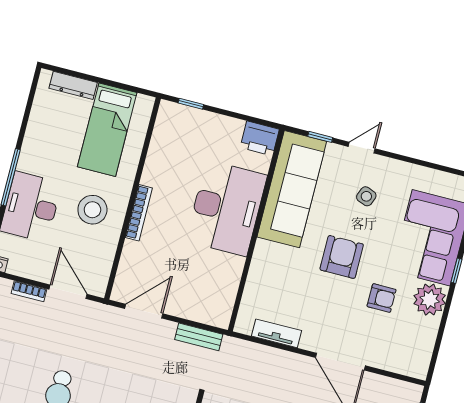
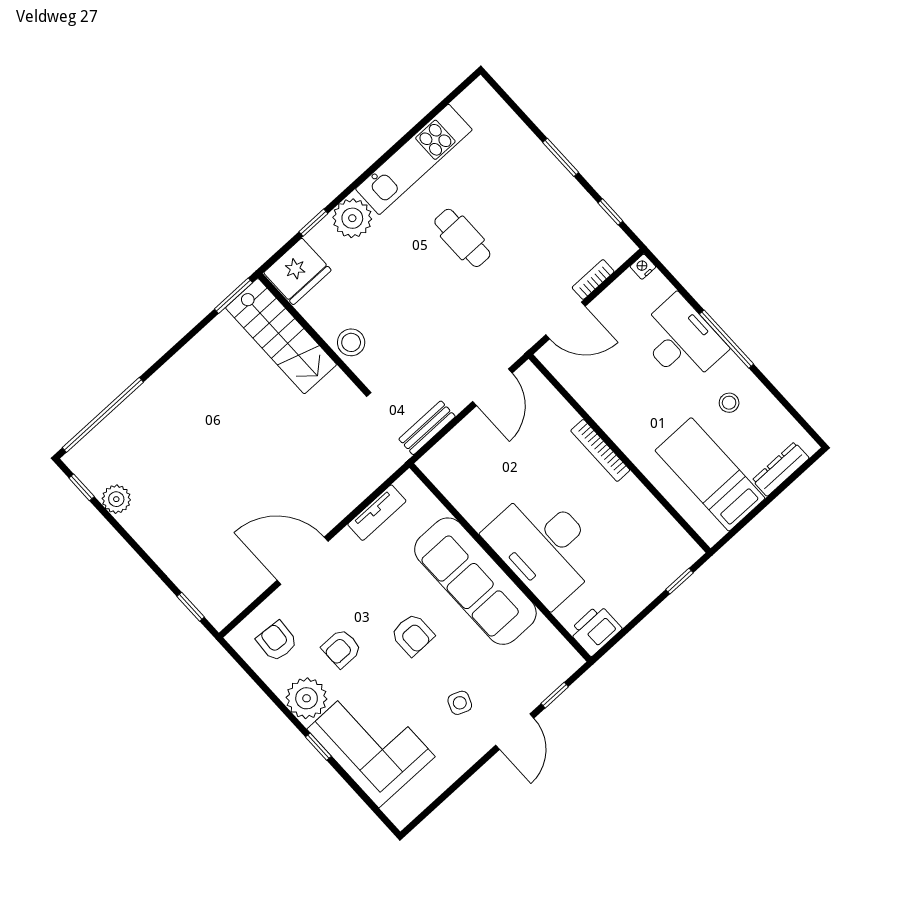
door: (362, 148) -> (515, 732), width x1.38
sofa: (292, 189) -> (475, 581), moved
stool: (92, 210) -> (729, 403), moved, width x0.53, depth x0.53
armchair: (342, 257) -> (413, 635), width x0.72, depth x0.72
armchair: (405, 344) -> (277, 641), added

